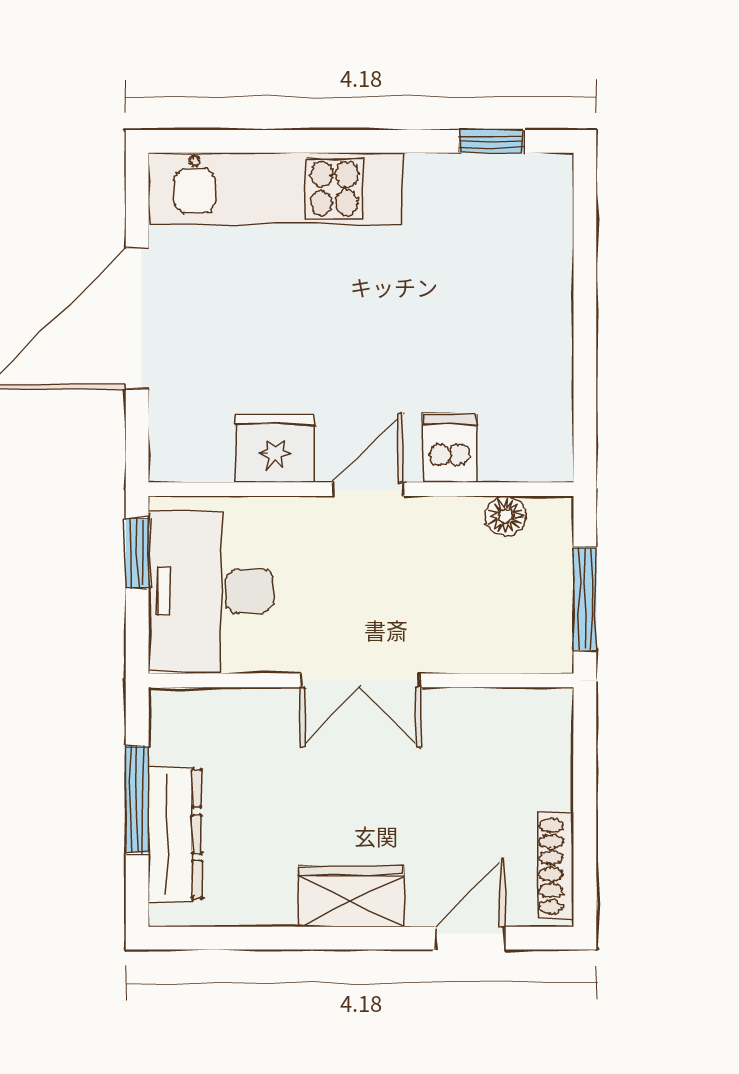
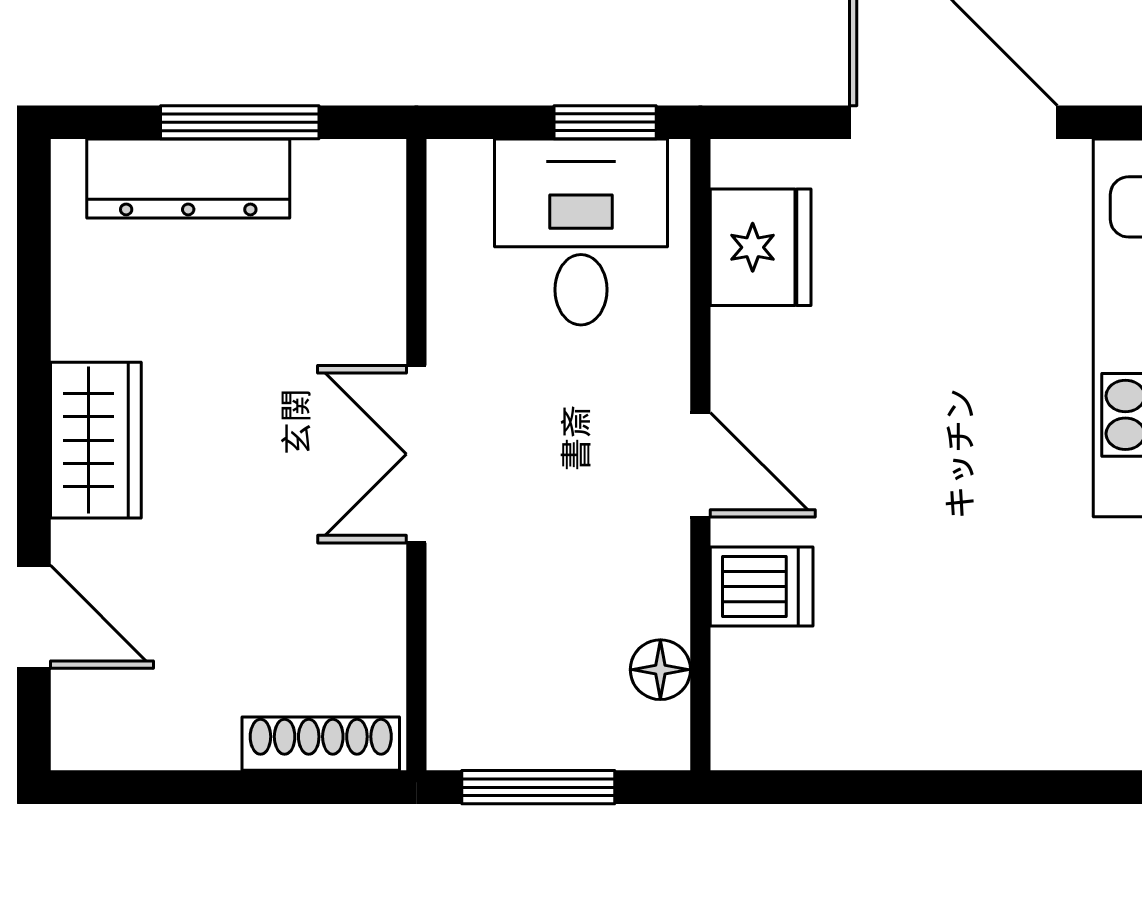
fridge: (275, 449) -> (761, 247), moved
desk: (211, 591) -> (581, 232), width x0.73
shoe rack: (556, 866) -> (321, 744), moved

